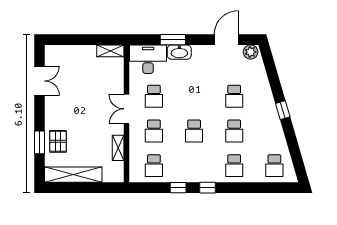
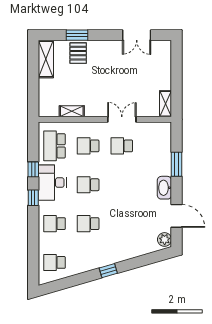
washbasin: (179, 52) -> (164, 188), moved
desk: (148, 59) -> (52, 183), moved, turned 180
school desk: (234, 96) -> (122, 224), removed
double door: (126, 109) -> (122, 119), moved
pallet: (58, 141) -> (78, 53), turned 90
school desk: (154, 166) -> (55, 146), width x1.85
shelving: (73, 175) -> (46, 59), width x0.68

